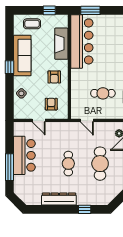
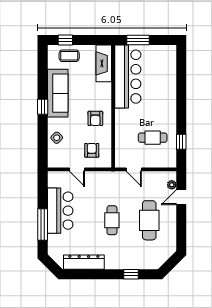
window: (49, 10) -> (65, 40), moved
fireplace: (61, 44) -> (104, 63), moved
dresser: (59, 199) -> (84, 262), moved

